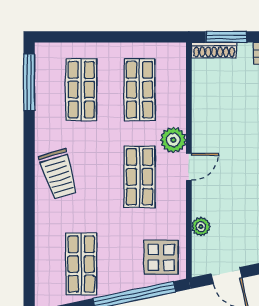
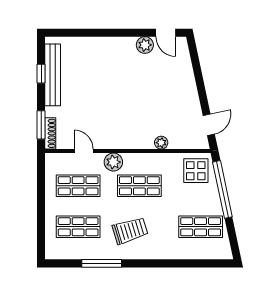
window: (29, 82) -> (102, 263), moved
door: (189, 167) -> (84, 151), moved
trolley: (59, 174) -> (130, 231), moved
plant: (201, 227) -> (161, 143), moved

